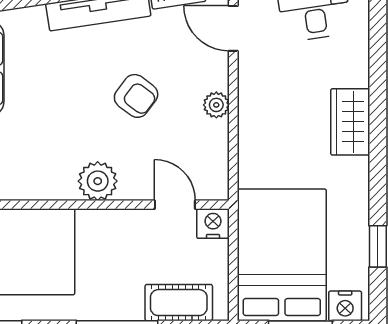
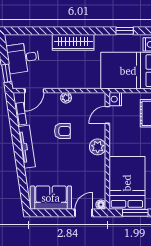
armchair: (136, 96) -> (62, 131), turned 53
wardrobe: (350, 122) -> (73, 42), width x1.50

